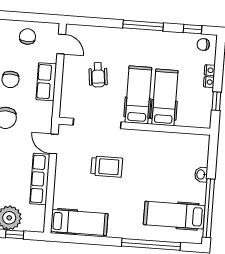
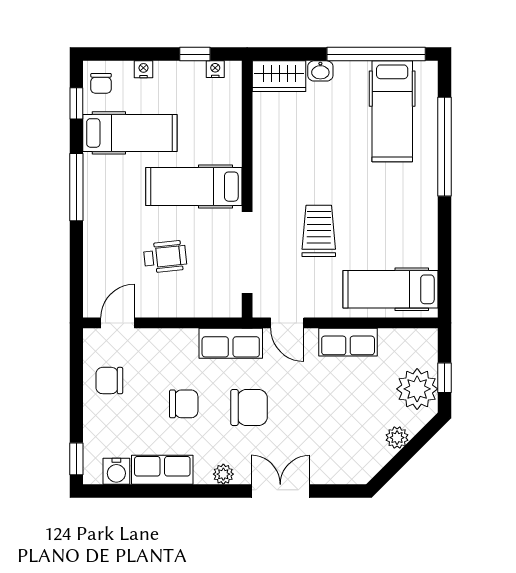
row of seats: (46, 82) -> (231, 343), moved
nightstand: (209, 82) -> (215, 69), moved
hospital bed: (165, 97) -> (130, 133), moved, turned 180
door: (54, 144) -> (287, 323), hinge flipped
wardrobe: (200, 150) -> (279, 76), added
row of seats: (40, 179) -> (348, 342), width x0.68
hospital bed: (79, 223) -> (390, 289), moved, turned -90

